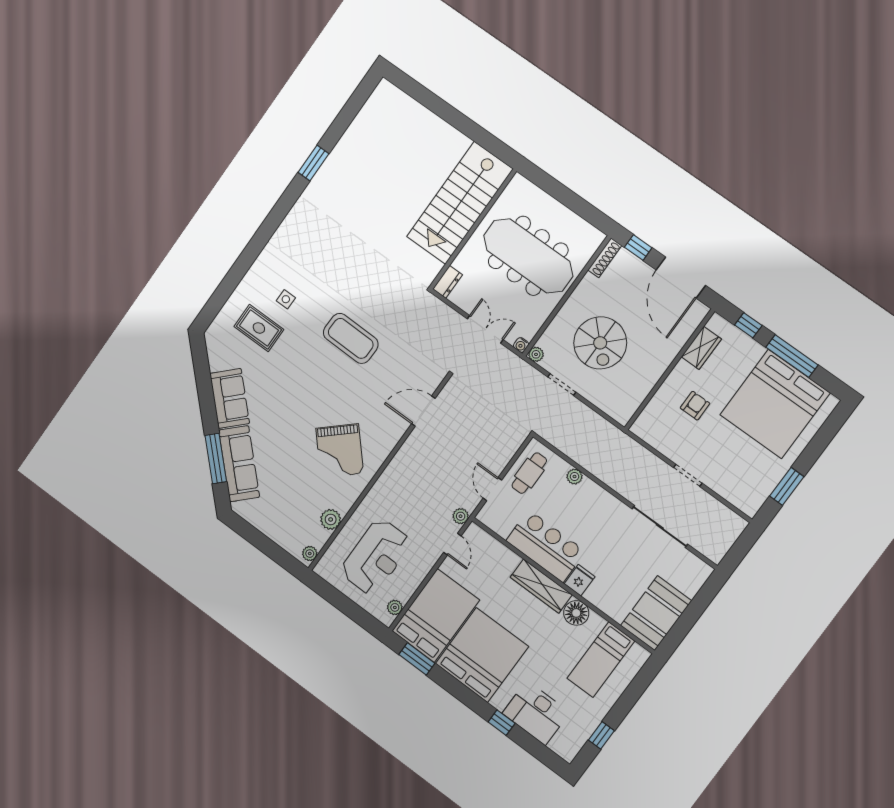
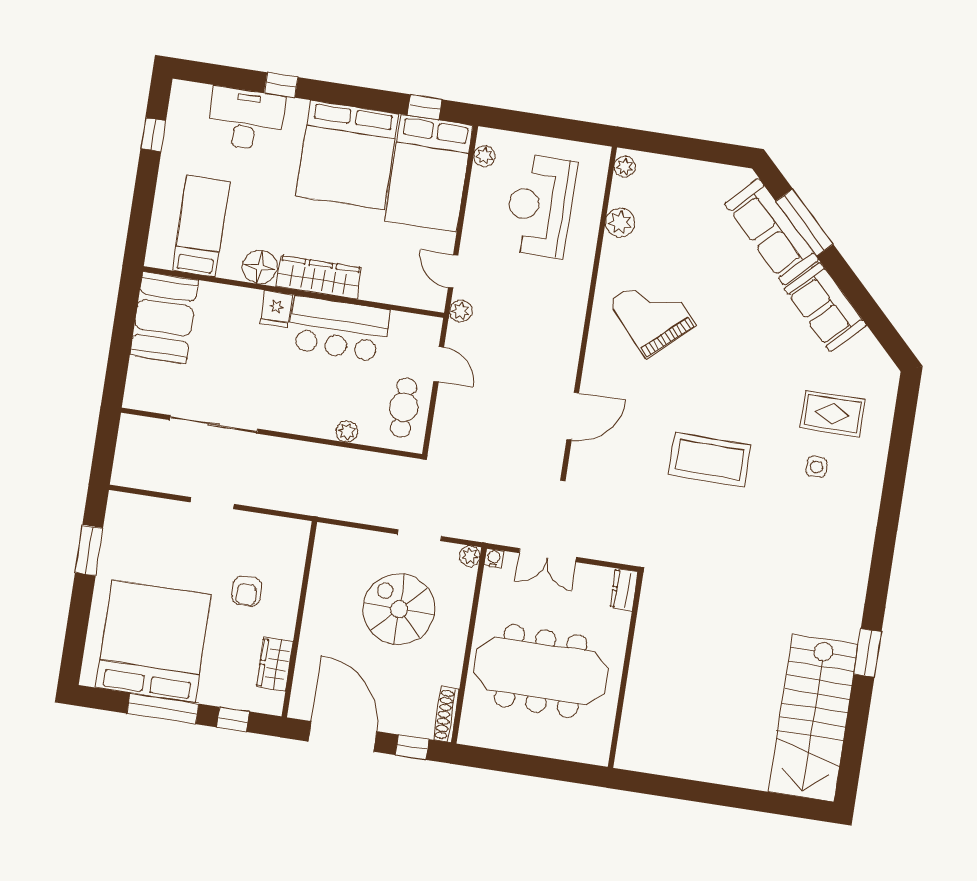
stairs: (460, 203) -> (813, 718), moved, turned 180
window: (417, 659) -> (425, 107), width x0.67

